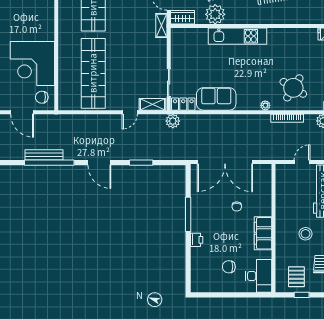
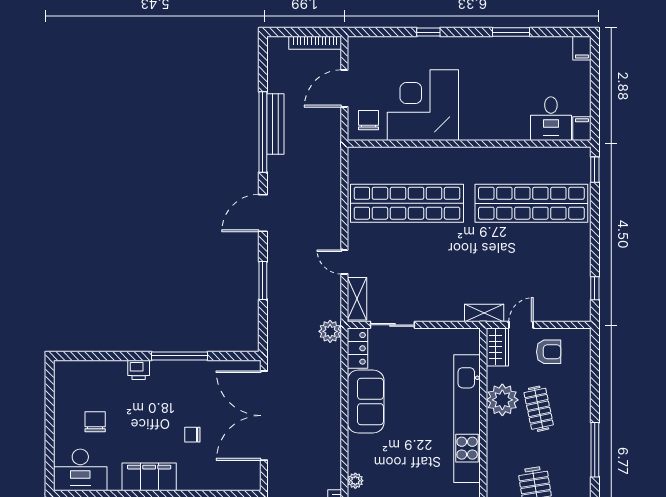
kitchen unit: (237, 36) -> (467, 419), width x1.36

